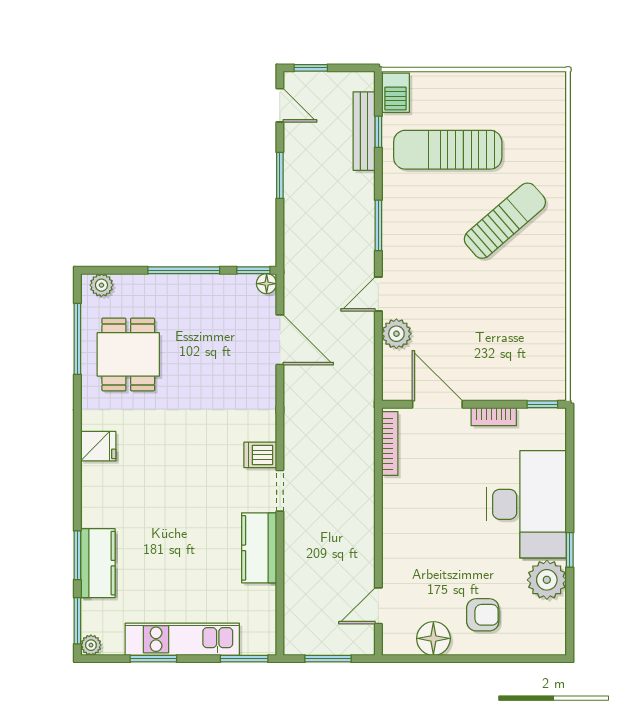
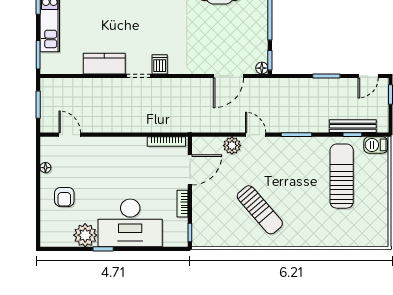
sun lounger: (505, 221) -> (260, 210), moved
floor lamp: (433, 638) -> (45, 168), width x0.53, depth x0.53

